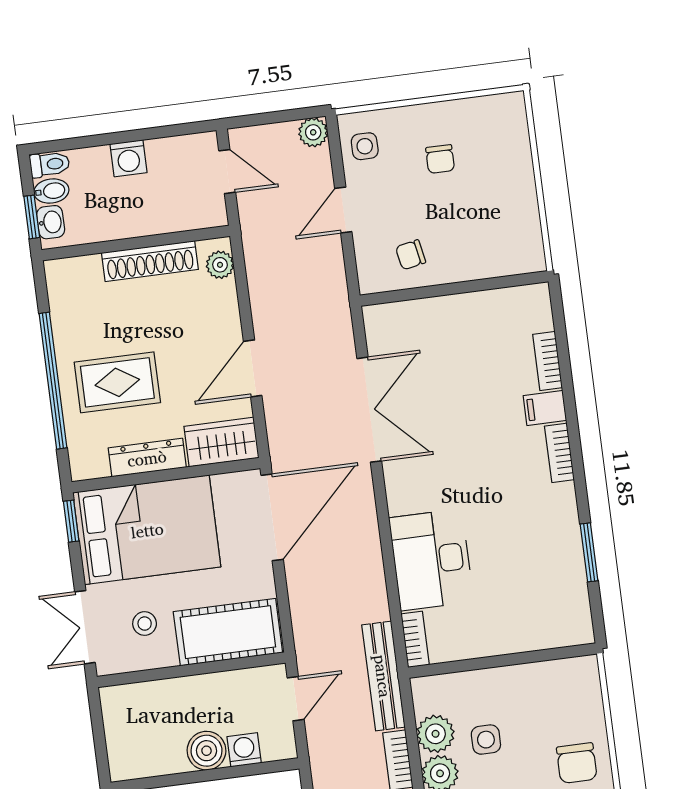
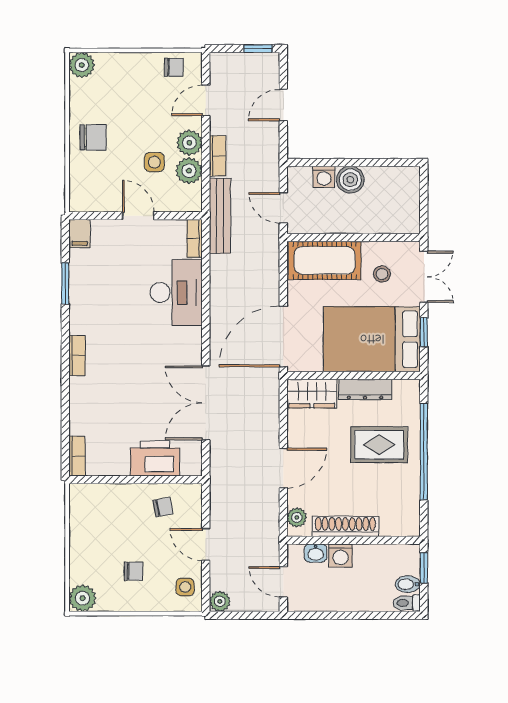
plant: (507, 112) -> (83, 598), added
washing machine: (128, 158) -> (340, 556), moved, turned 180
chair: (440, 159) -> (134, 571), turned 90
door: (343, 210) -> (206, 544), swing flipped
washbasin: (51, 222) -> (316, 553), moved, turned -90
printer: (431, 322) -> (155, 458), added
bookcase: (548, 361) -> (77, 456), moved
door: (253, 368) -> (283, 468), moved
filing cabinet: (545, 408) -> (80, 233), moved, turned 90
window: (71, 521) -> (424, 332), moved
door: (499, 661) -> (138, 216), added
door: (296, 699) -> (283, 208), hinge flipped
chair: (577, 763) -> (93, 137), turned 90

